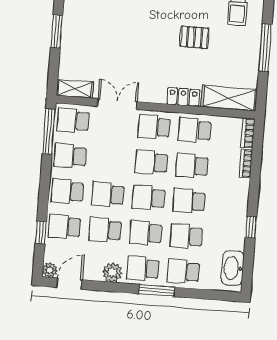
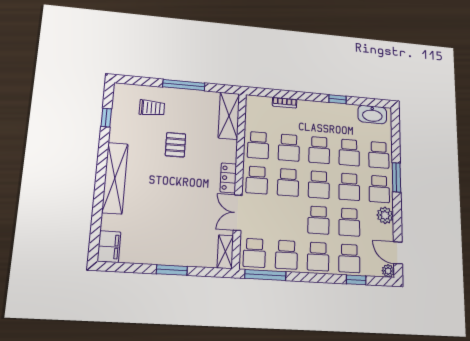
locker: (183, 97) -> (228, 178), moved
bookcase: (248, 133) -> (259, 101), removed

